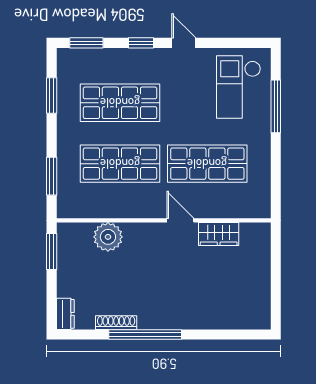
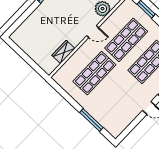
checkout: (239, 87) -> (112, 113), removed
door: (180, 220) -> (93, 32), moved

